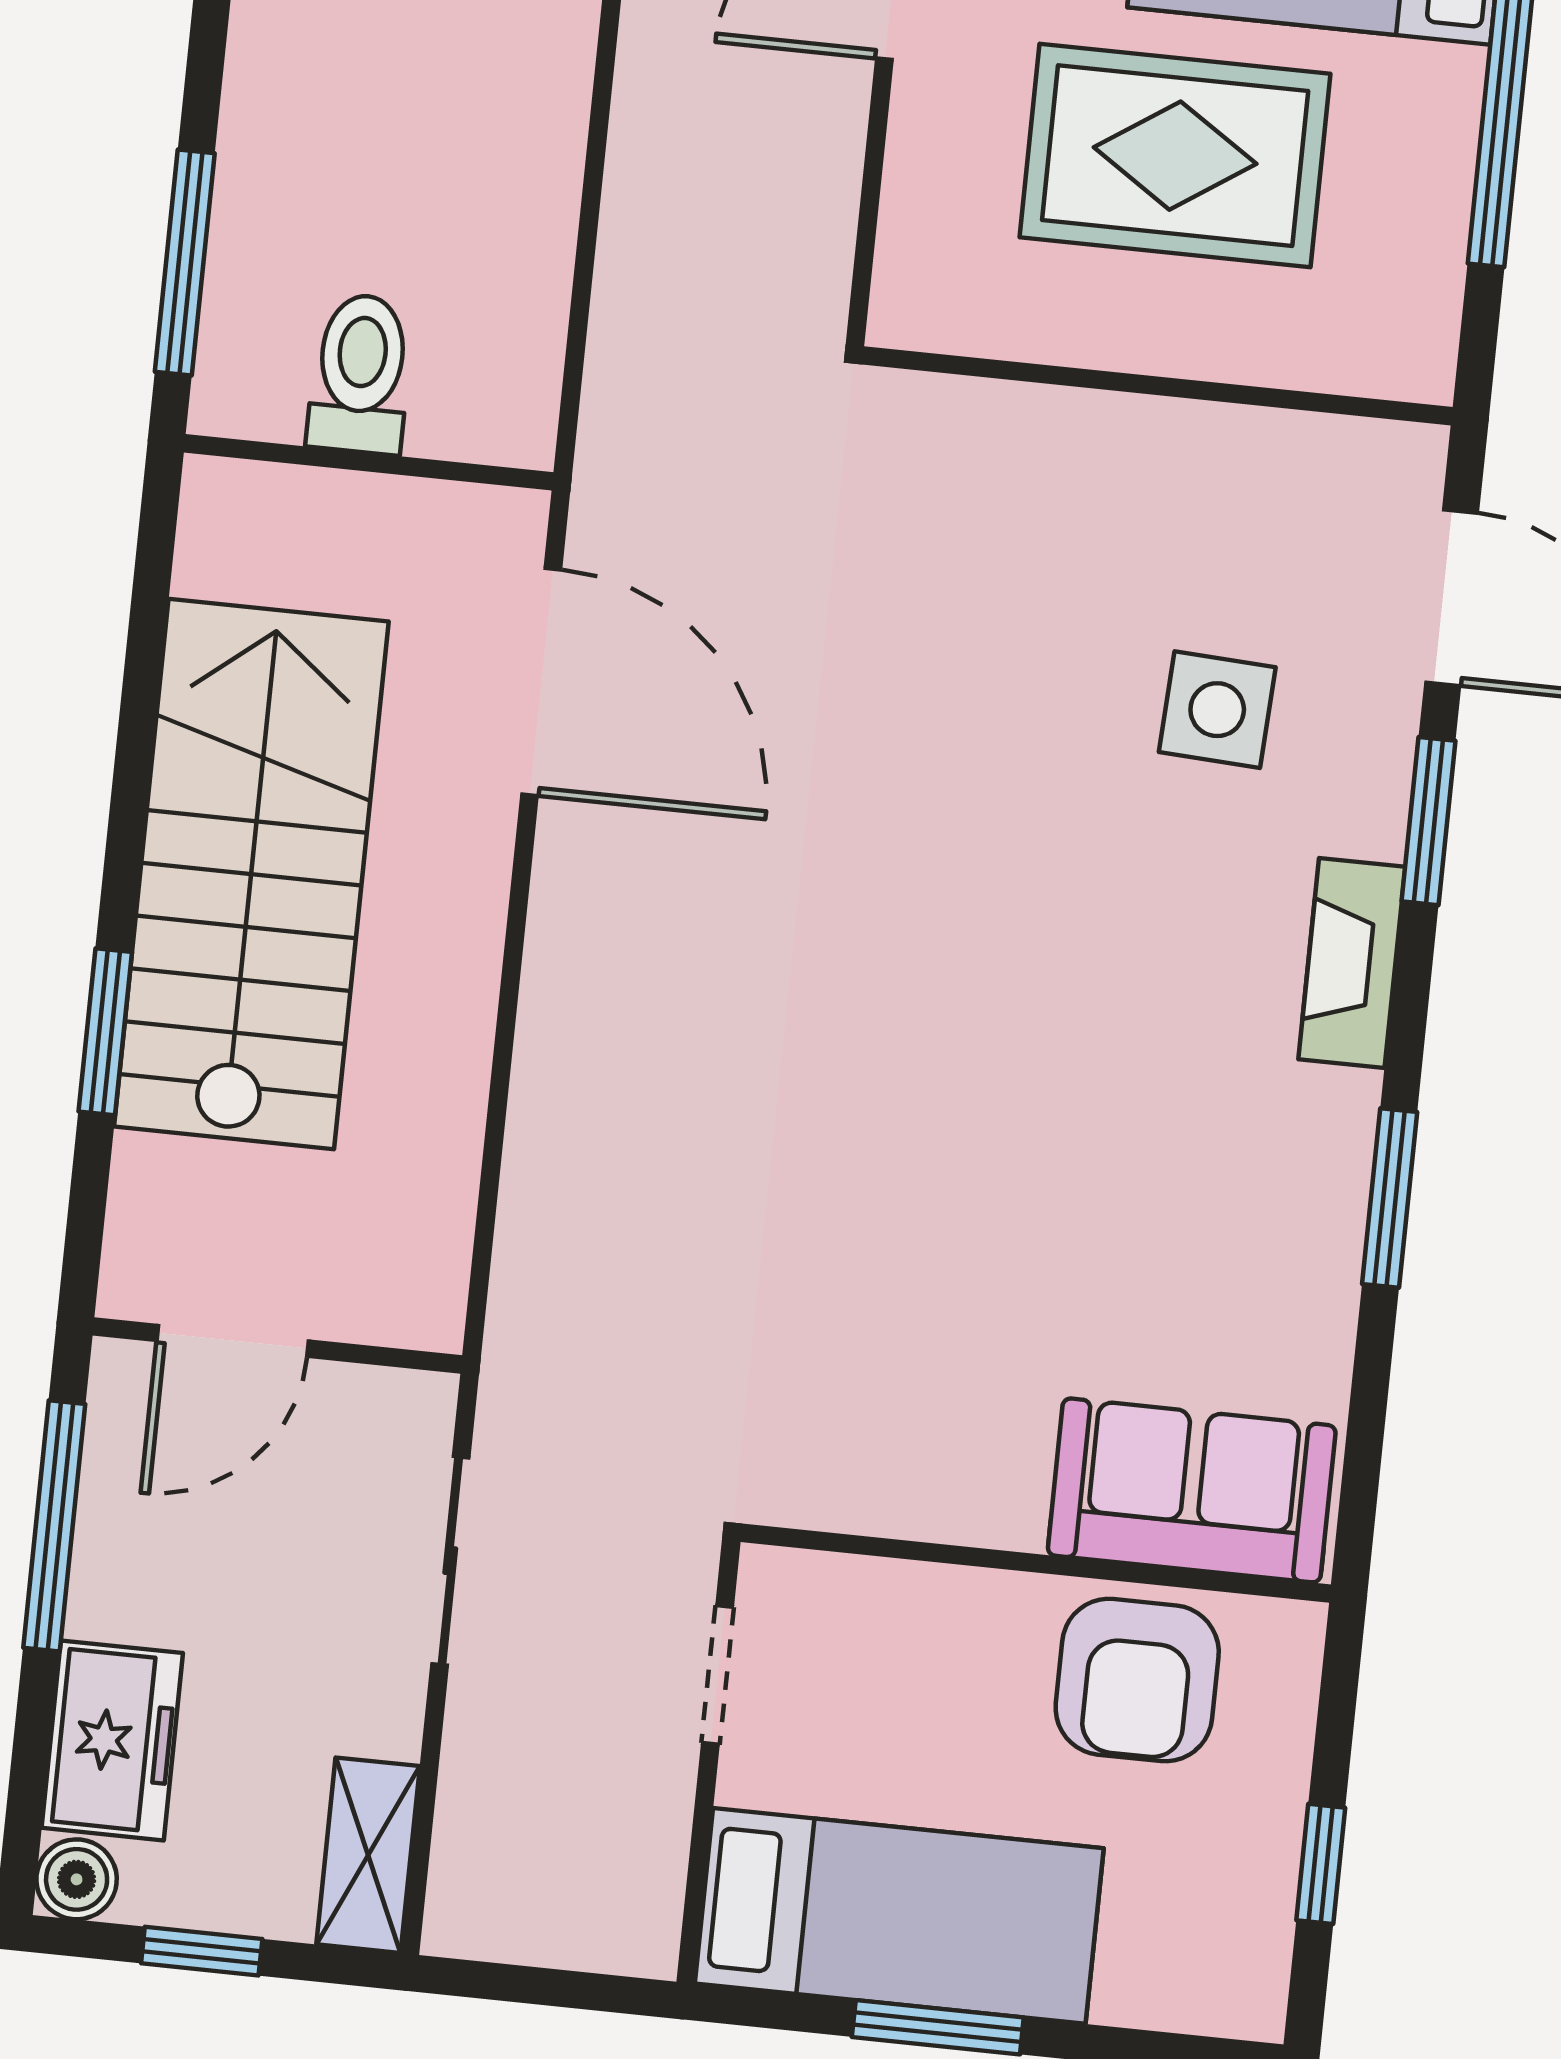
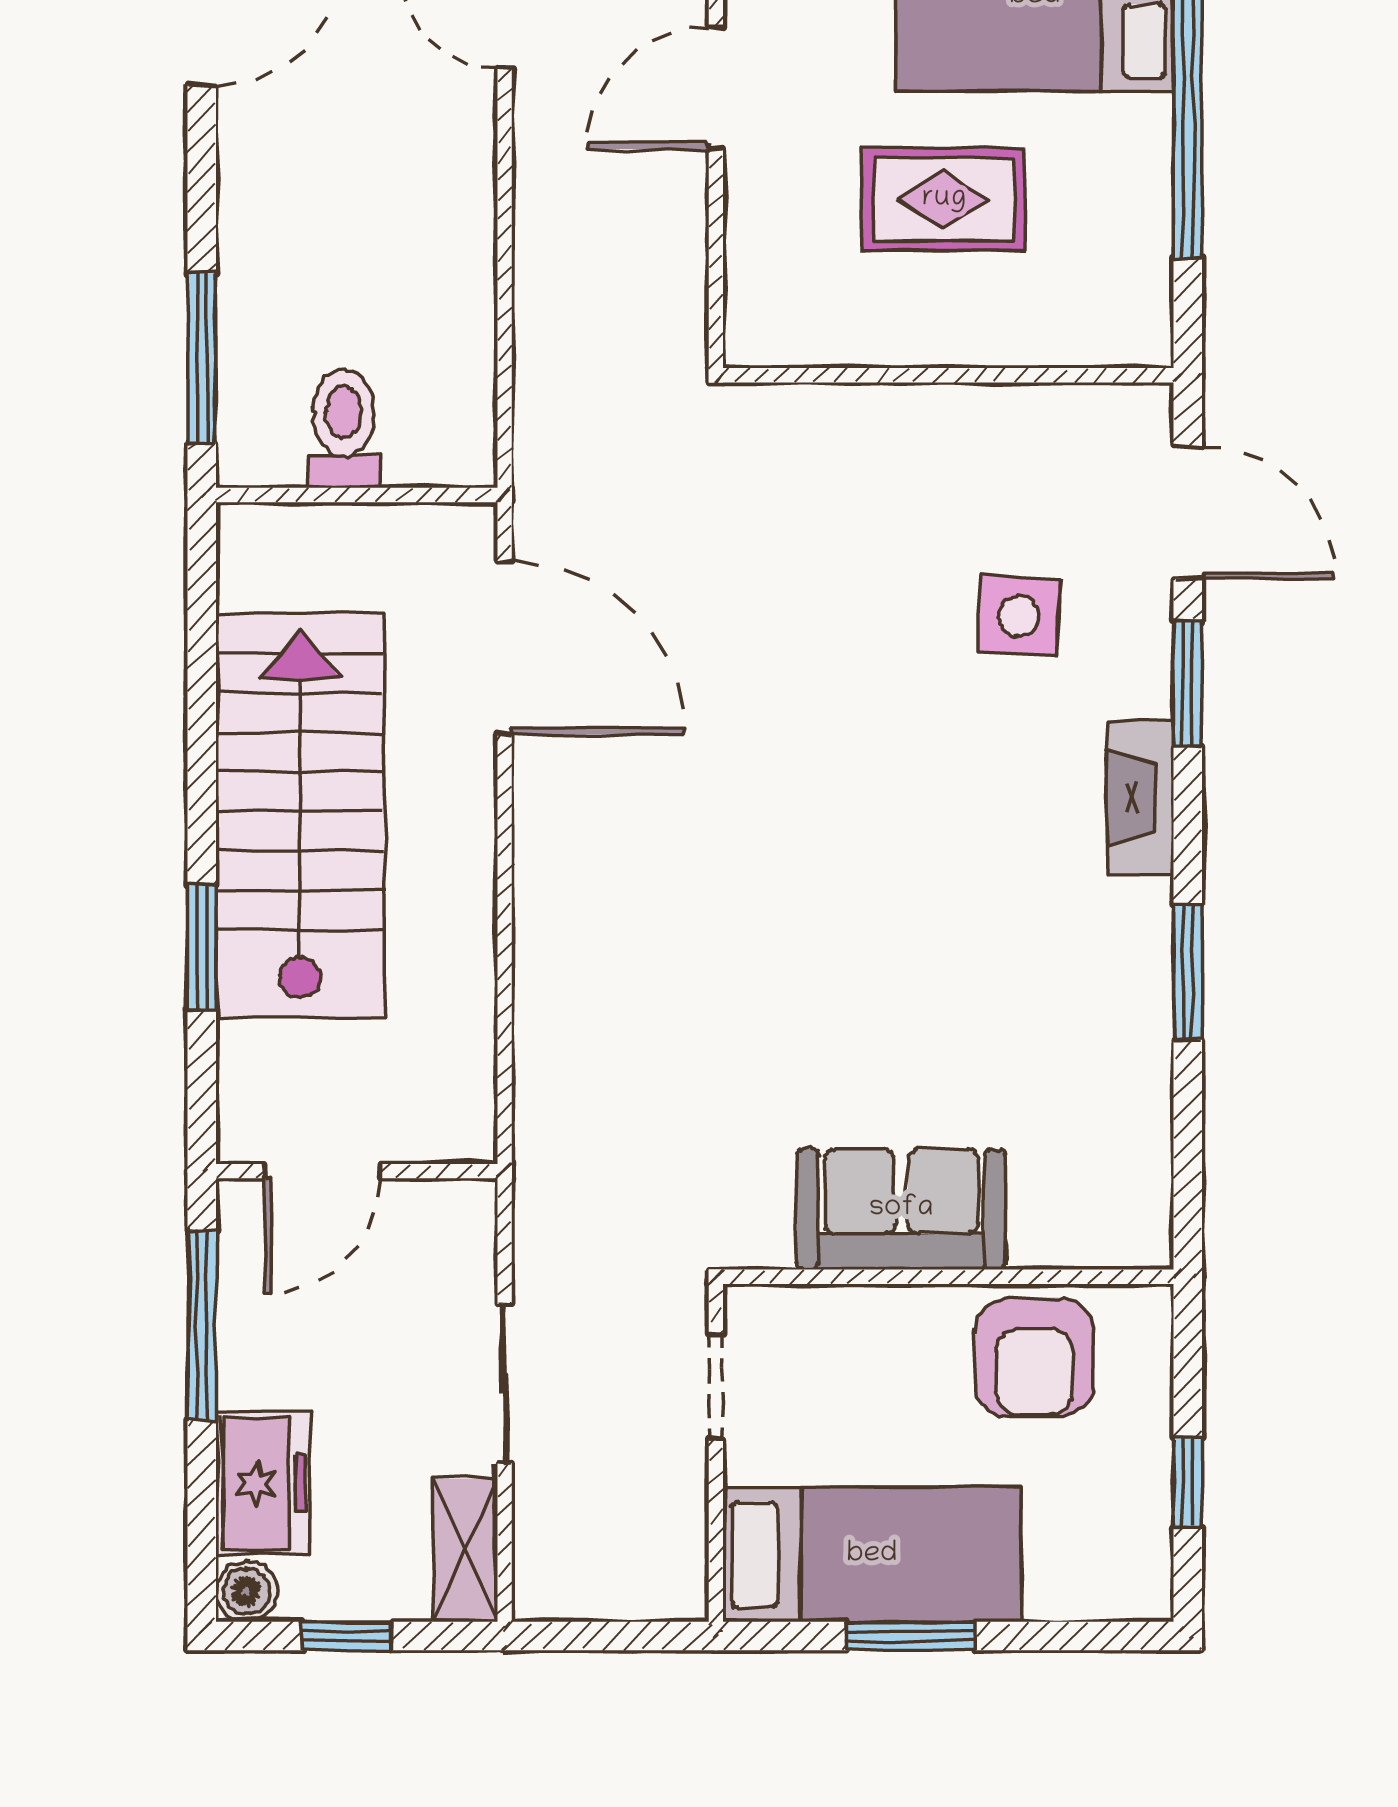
rug: (1175, 156) -> (944, 199), width x0.73, depth x0.70
sofa: (1192, 1490) -> (901, 1209), moved
sliding door: (450, 1561) -> (505, 1384), moved

